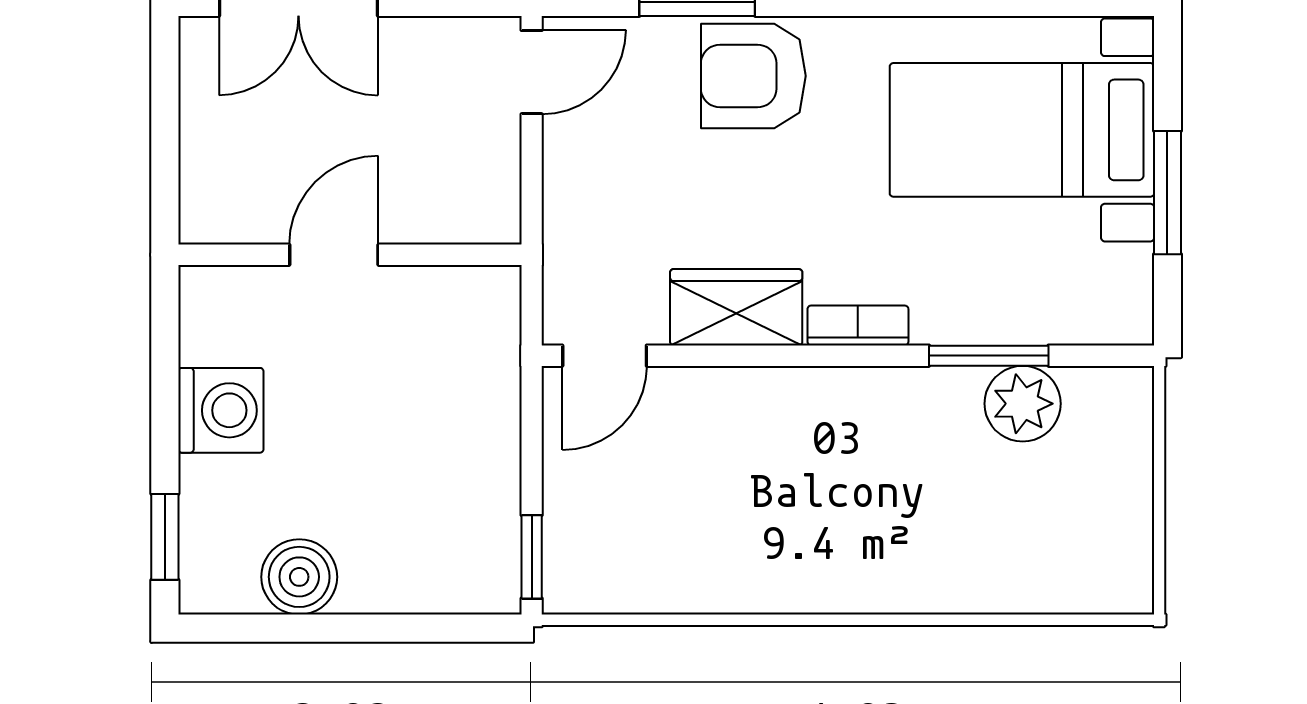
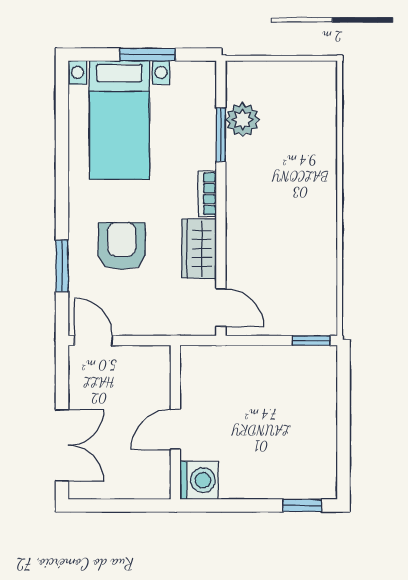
armchair: (753, 76) -> (122, 246), moved, turned 180
door: (334, 255) -> (175, 429), hinge flipped
washing machine: (221, 410) -> (199, 480), moved, turned 90
boiler: (299, 577) -> (320, 445), removed

